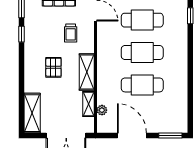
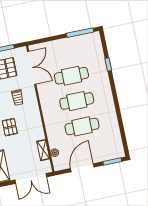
shelving: (87, 72) -> (37, 125), removed
door: (132, 136) -> (82, 168), hinge flipped

